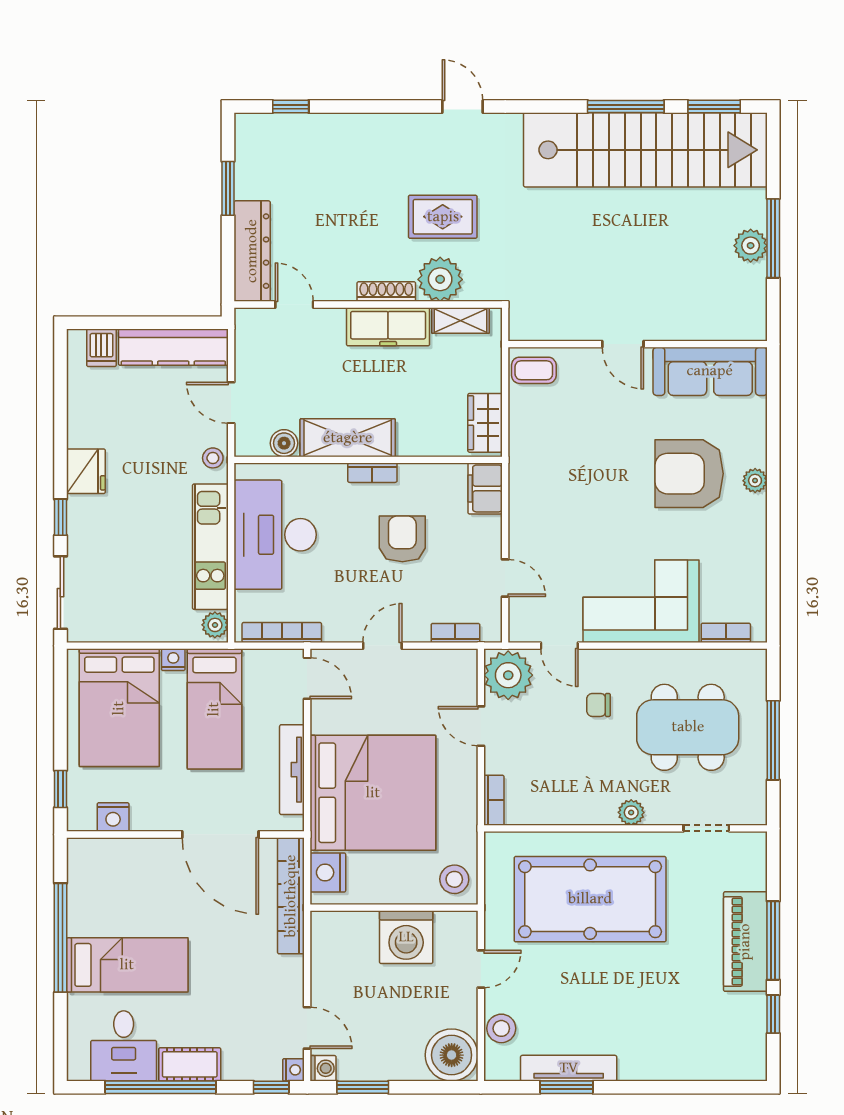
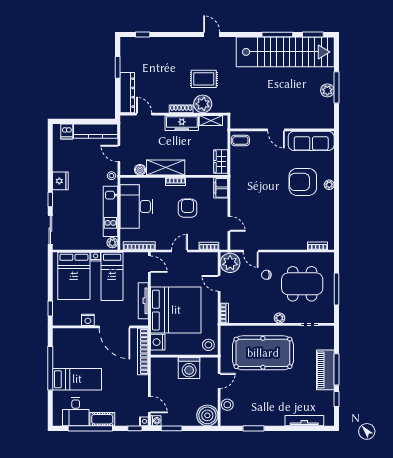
corner sofa: (641, 601) -> (283, 233), removed
nightstand: (113, 817) -> (88, 320), moved
tv unit: (569, 1068) -> (304, 421), moved

